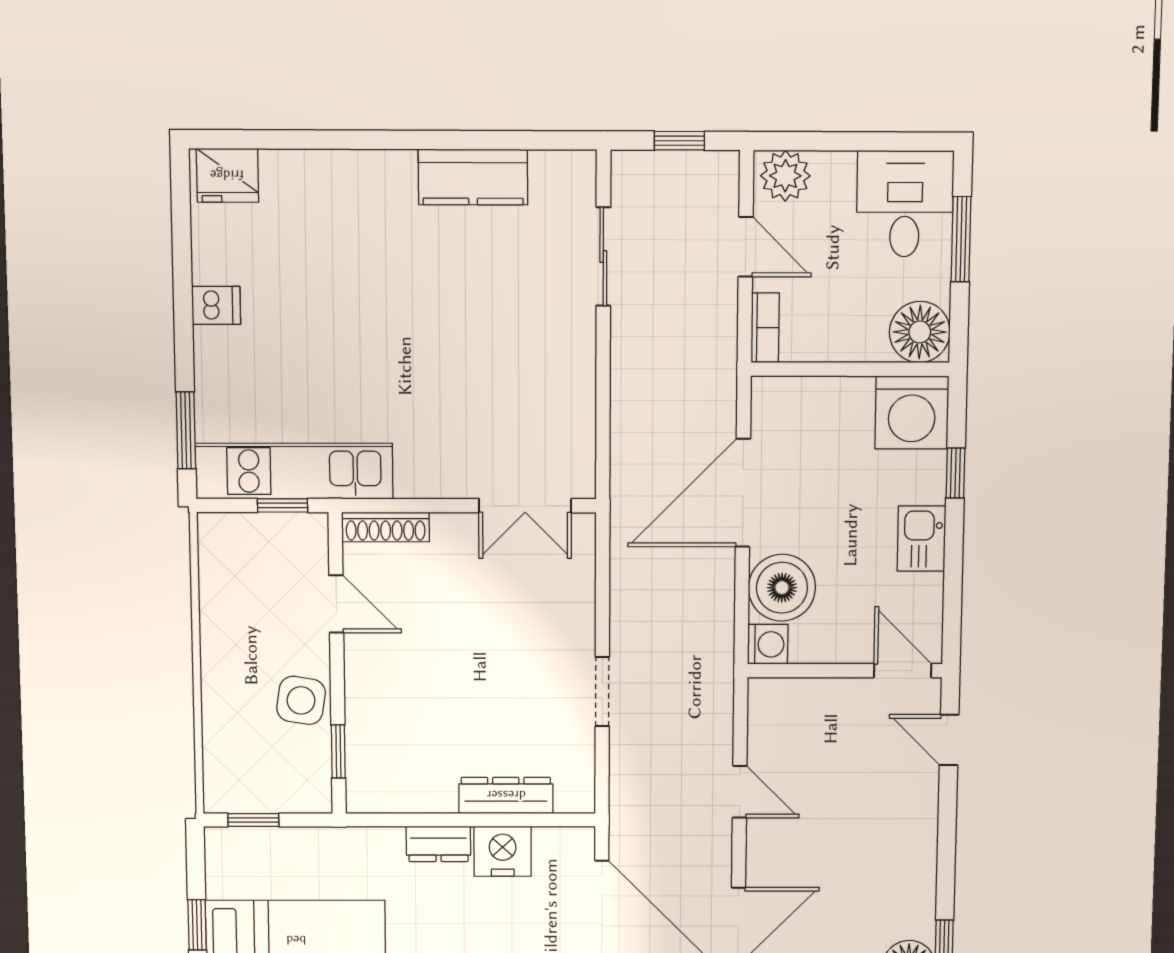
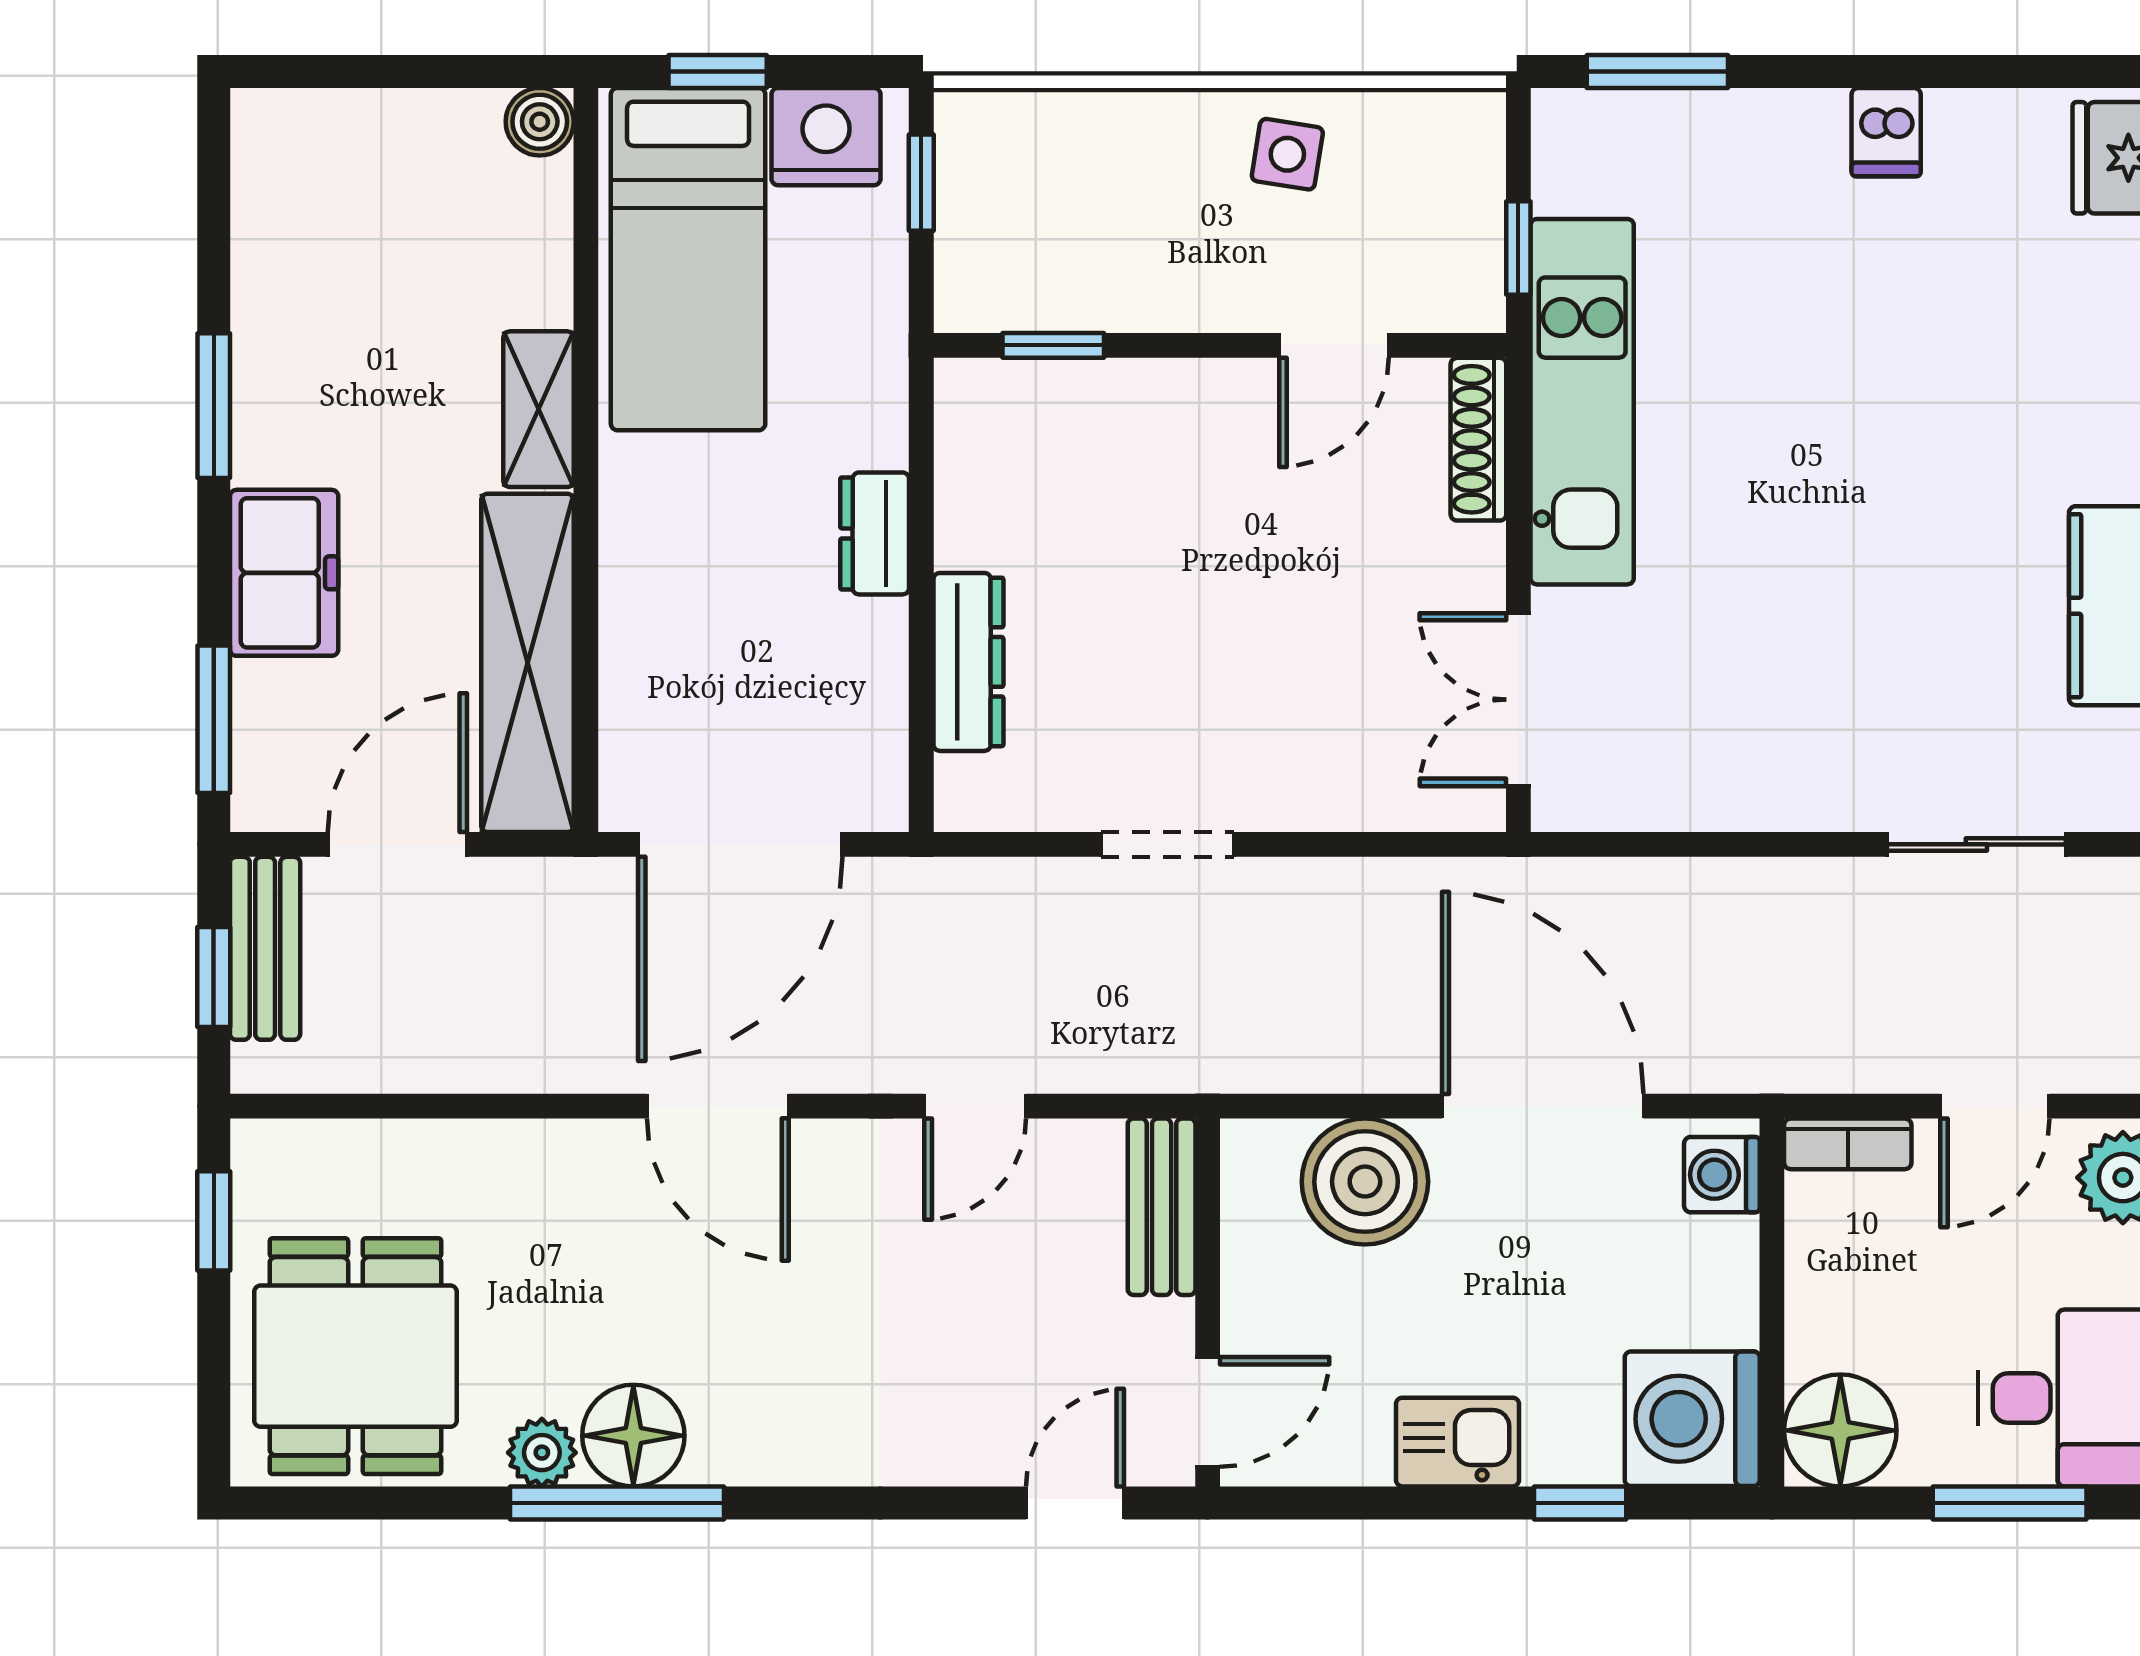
kitchen unit: (294, 471) -> (1582, 402), moved
washing machine: (768, 644) -> (1722, 1175), moved, turned 90
bench: (794, 695) -> (1162, 1207), added
side table: (301, 700) -> (1287, 154), moved, width x0.73, depth x0.73
nightstand: (503, 851) -> (826, 137), moved, turned -90

